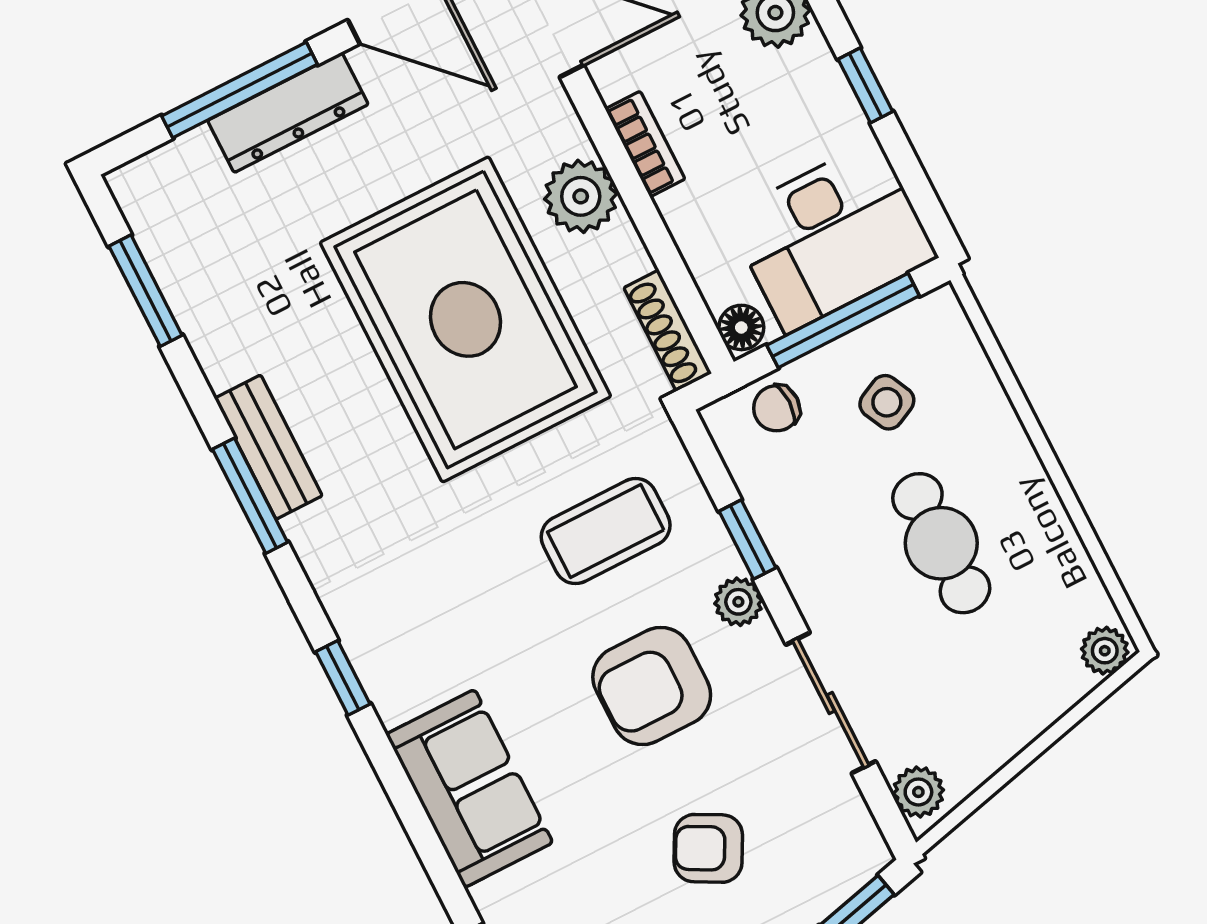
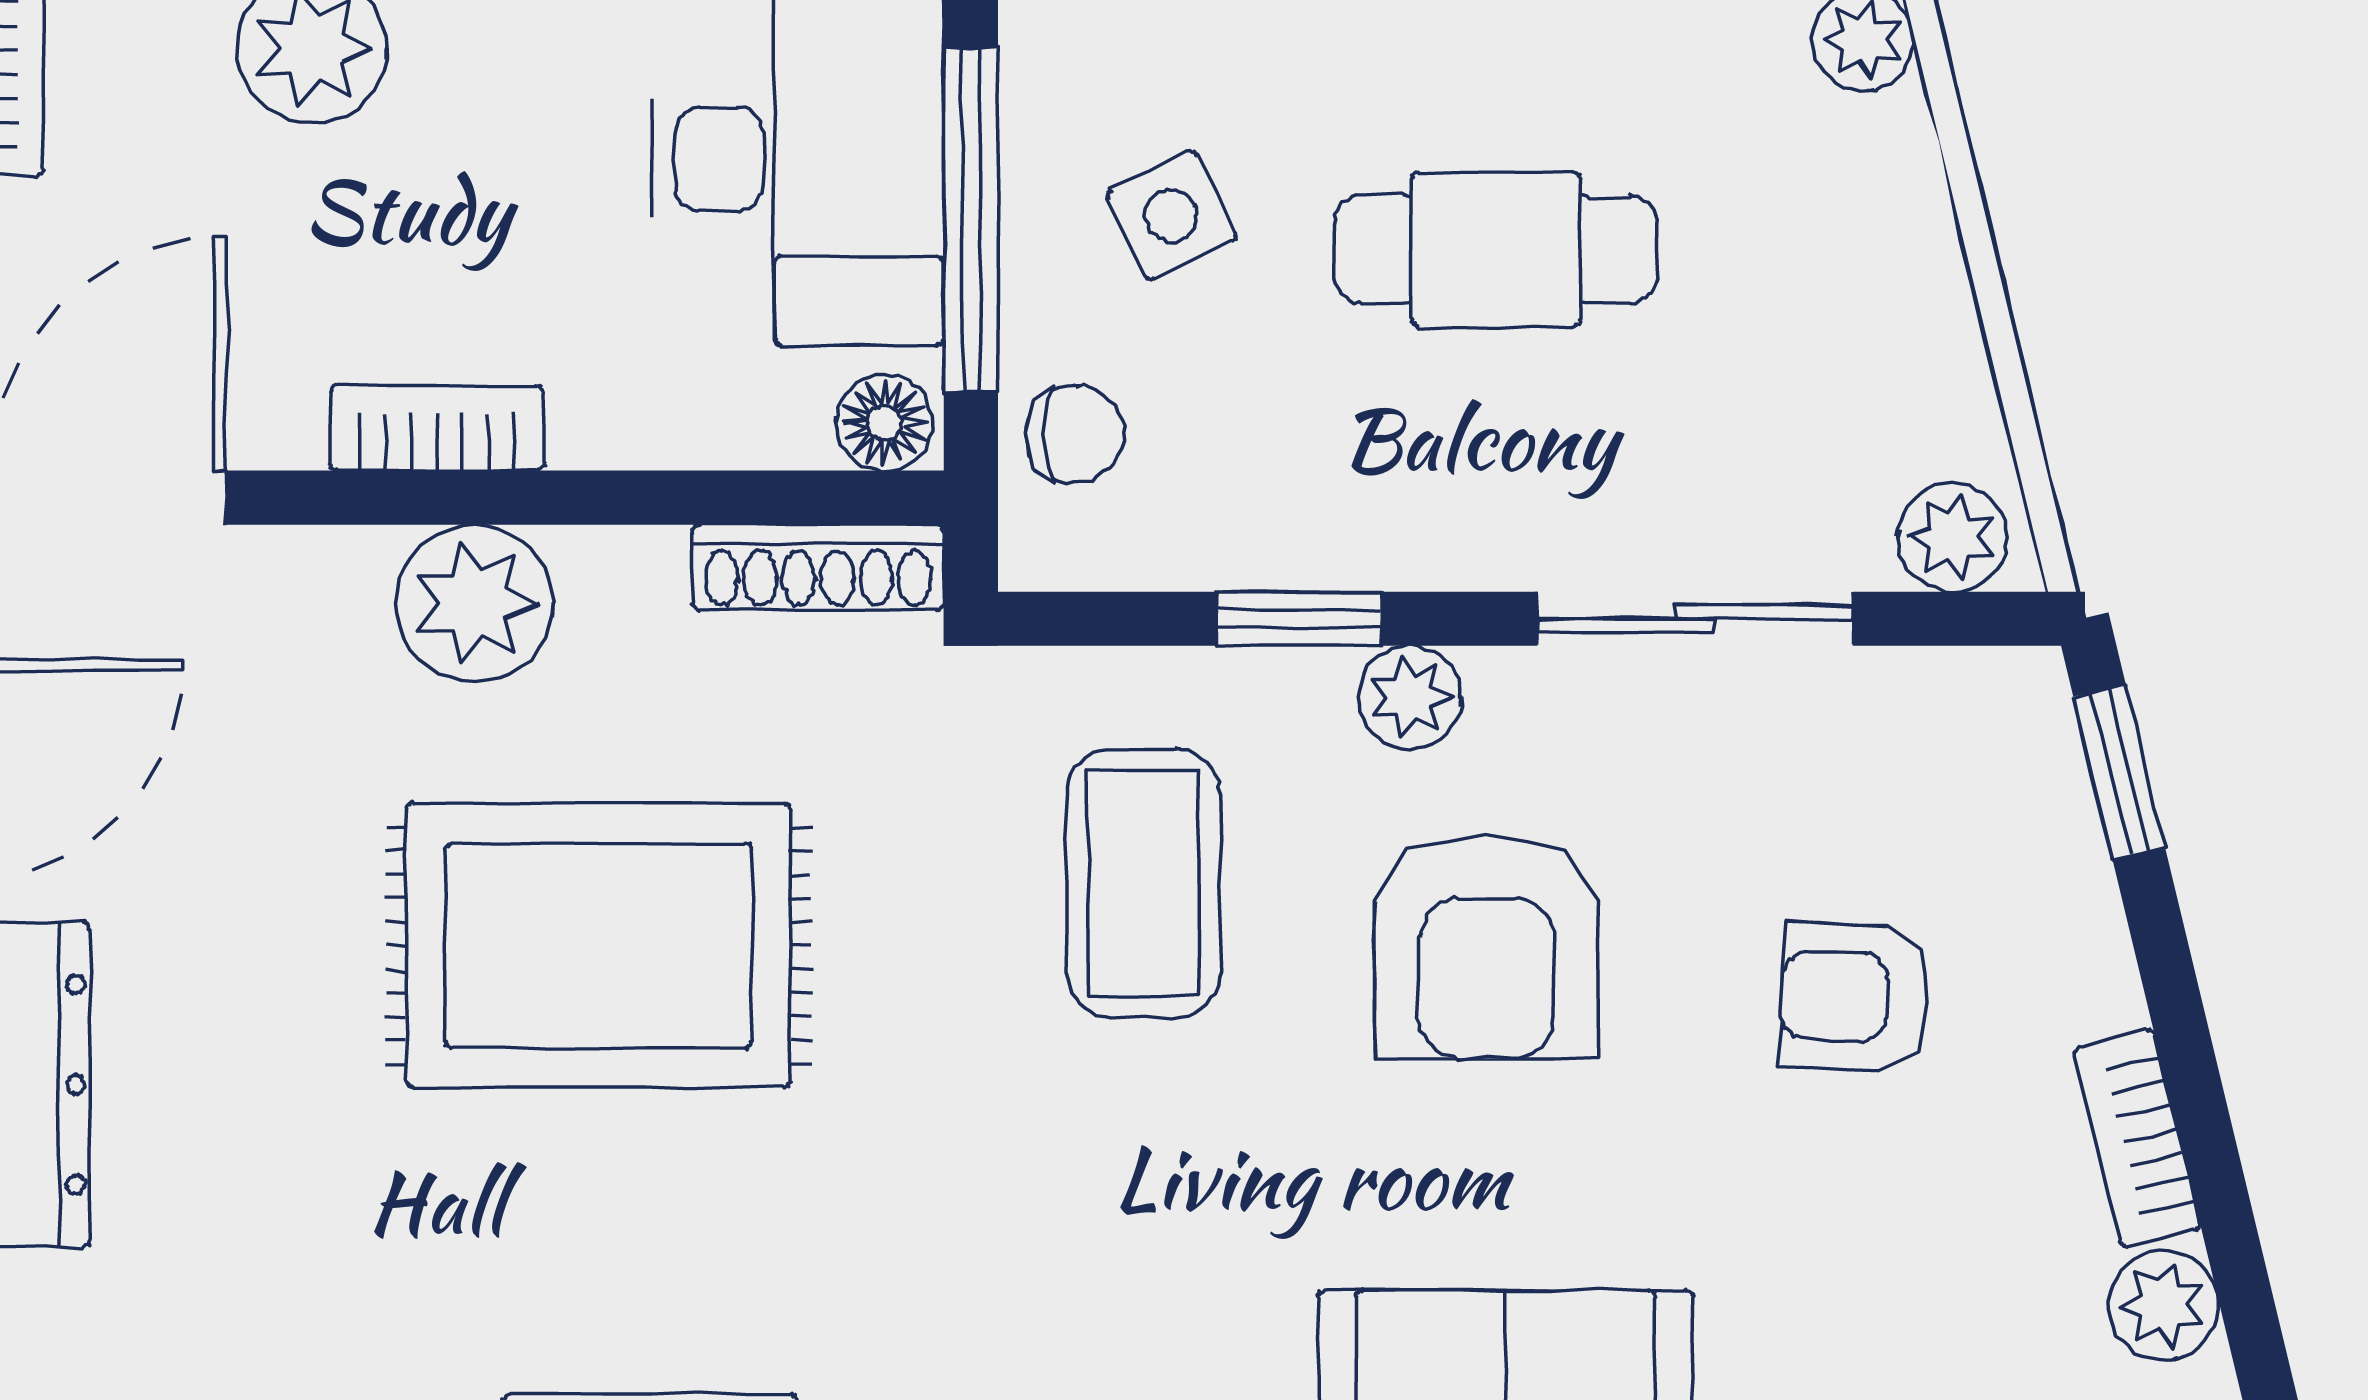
rug: (465, 319) -> (598, 946), width x0.73, depth x0.69
chair: (777, 408) -> (1075, 434), turned -90
armchair: (708, 848) -> (1855, 997), turned 65

